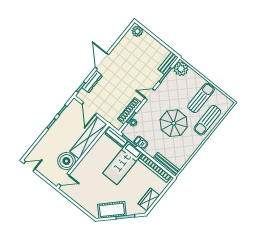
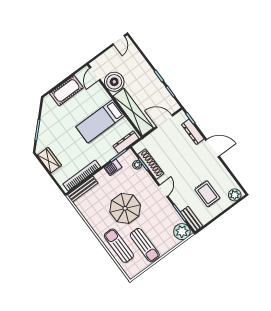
rug: (143, 55) -> (207, 194), added
bed: (123, 163) -> (100, 121), moved, turned -90
cot: (112, 210) -> (66, 91), moved, turned 45

